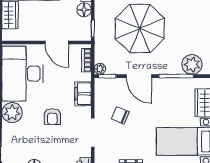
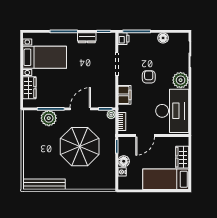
door: (57, 42) -> (145, 135), swing flipped
plant: (192, 64) -> (49, 118), moved
door: (139, 76) -> (80, 109), hinge flipped
chair: (120, 115) -> (95, 78), removed

